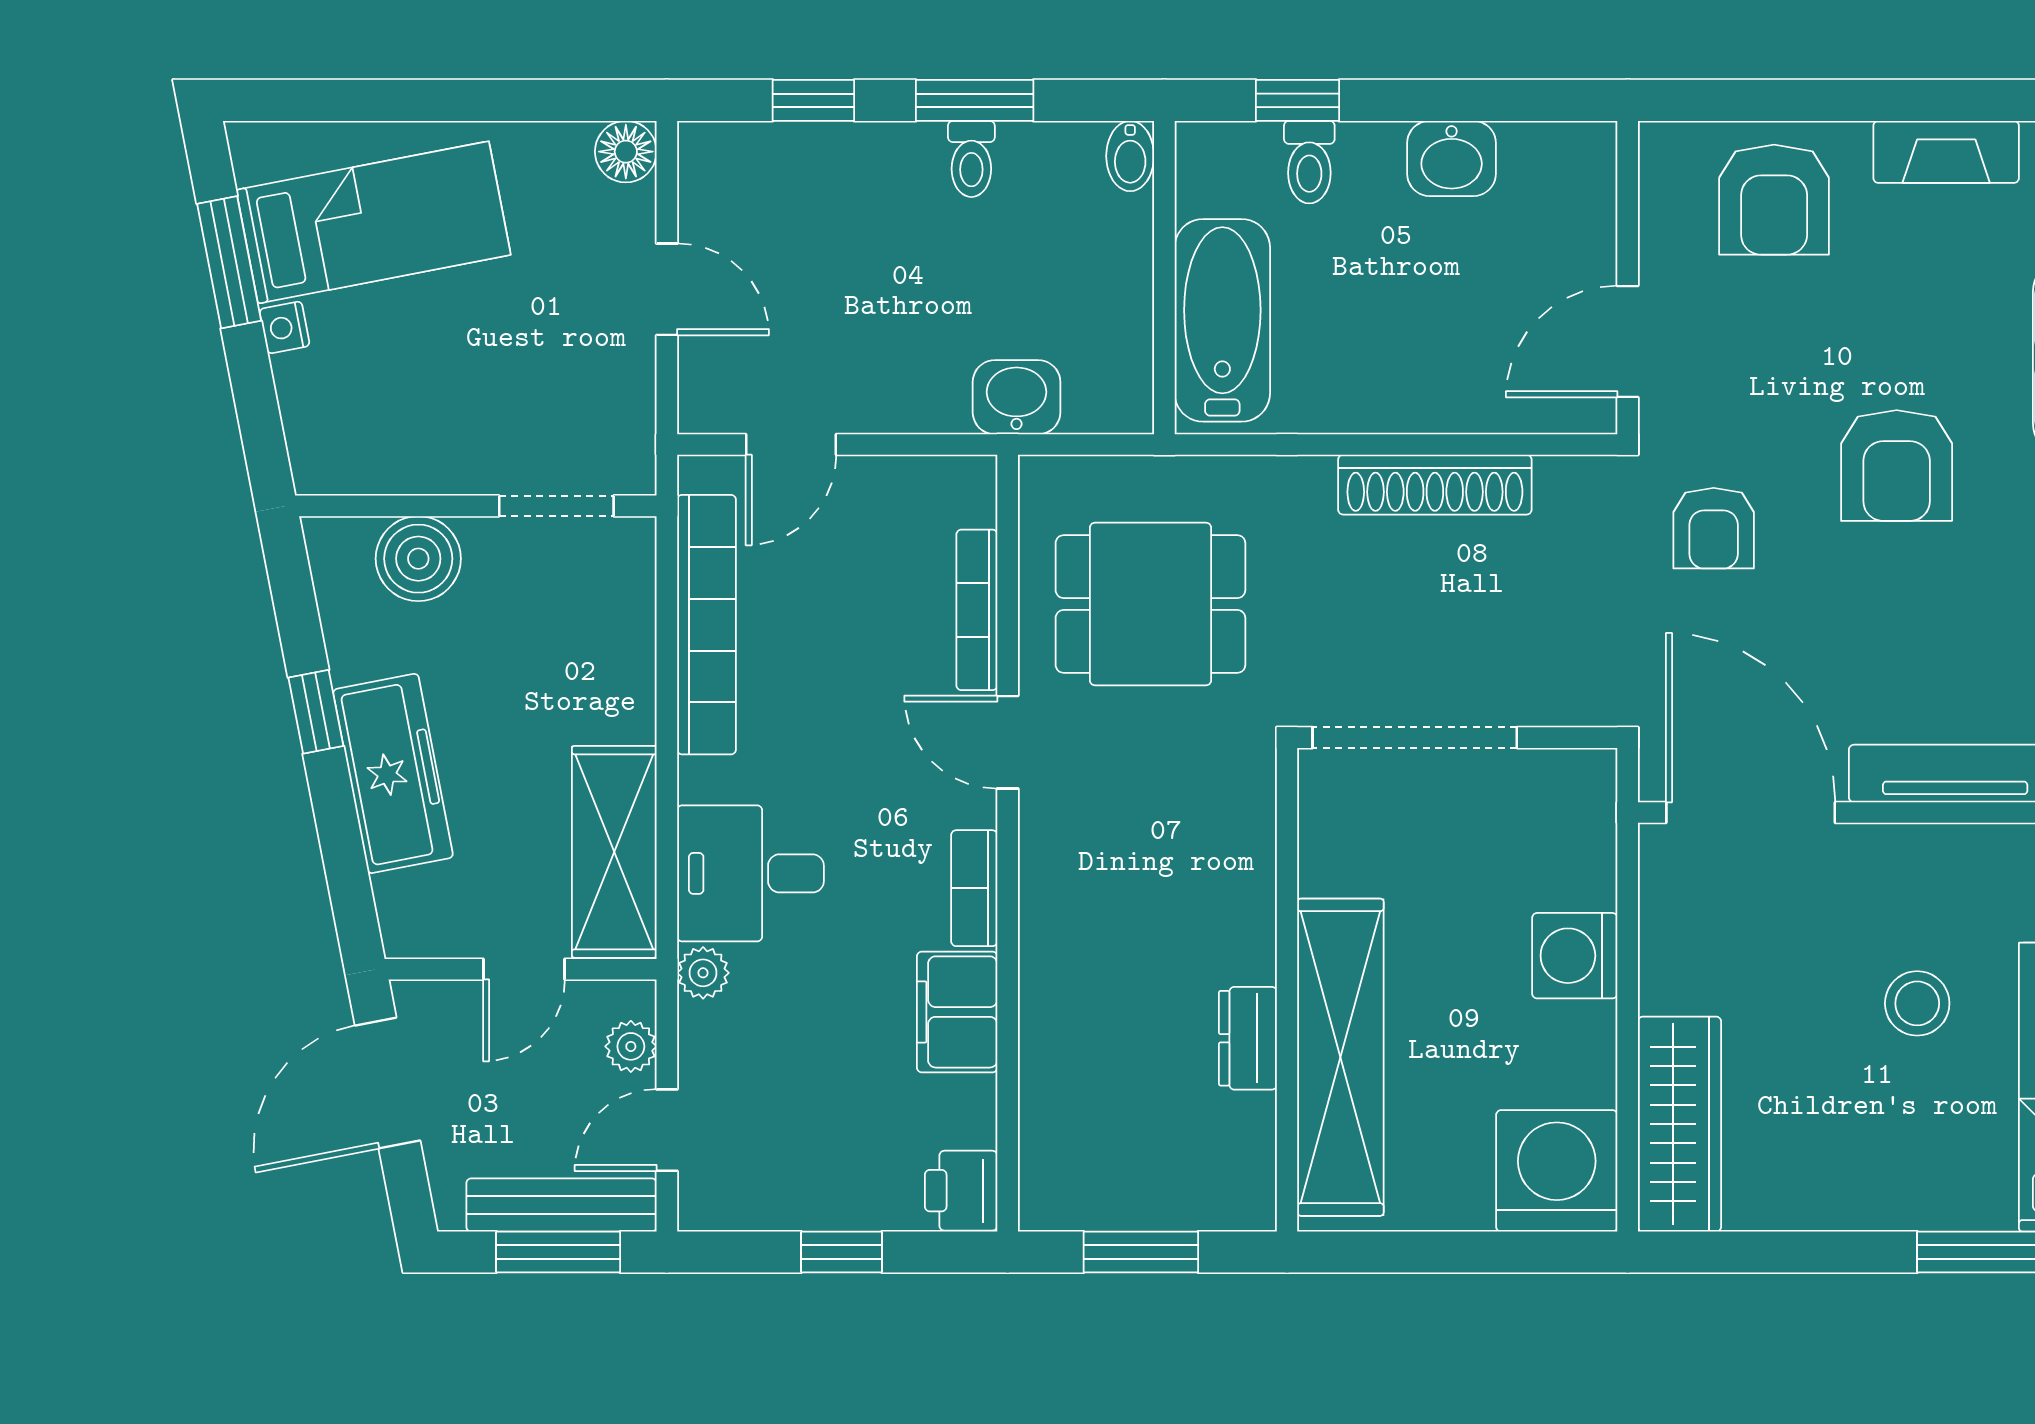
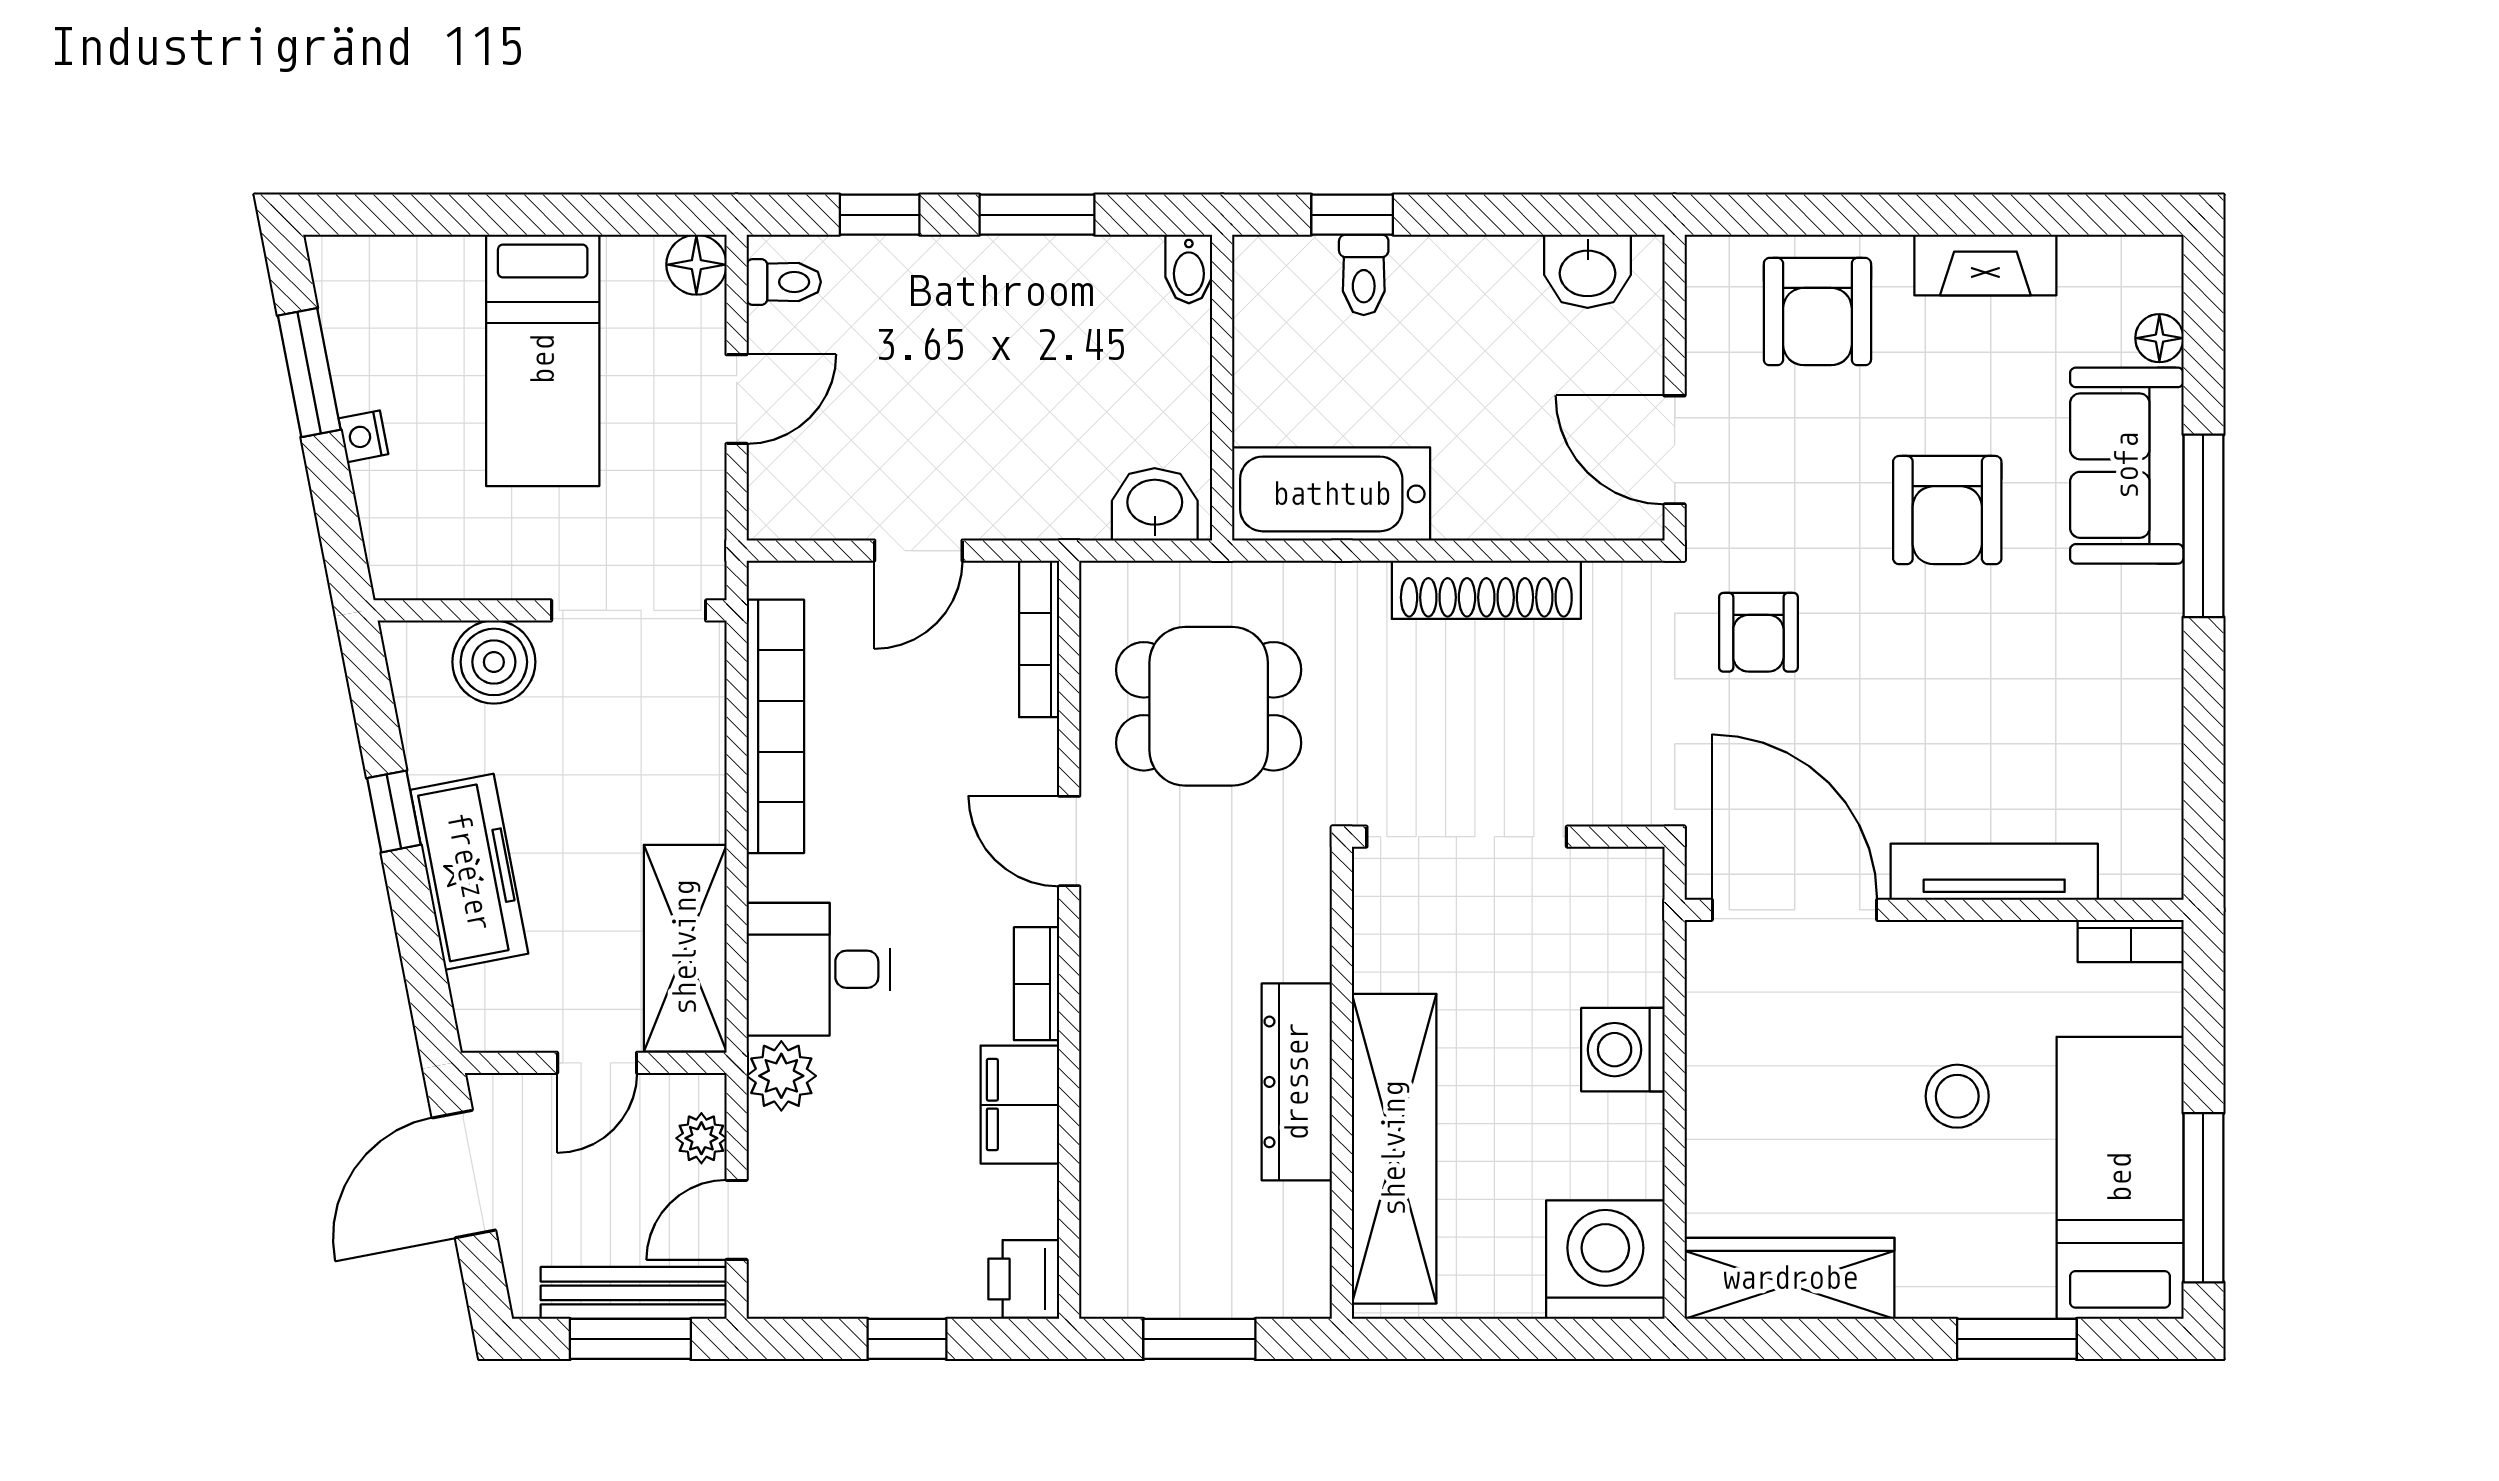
washbasin: (1452, 158) -> (1588, 271), moved
toilet: (971, 159) -> (784, 282), moved, turned -90
bed: (373, 222) -> (543, 360), moved, turned 101
door: (667, 289) -> (737, 399), hinge flipped
bathtub: (1222, 320) -> (1331, 494), moved, turned -90
door: (1628, 341) -> (1675, 450), hinge flipped
washbasin: (1017, 397) -> (1155, 504), moved
door: (791, 445) -> (918, 551), moved
armchair: (1897, 465) -> (1947, 510), moved
doorway: (556, 506) -> (629, 610), width x1.38
bookcase: (977, 610) -> (1039, 639), moved
plant: (703, 973) -> (781, 1076), width x1.38, depth x1.38
dresser: (1248, 1038) -> (1297, 1082), width x1.96, depth x1.24
wardrobe: (1680, 1124) -> (1790, 1278), moved, turned -90

